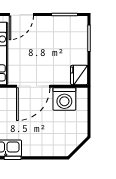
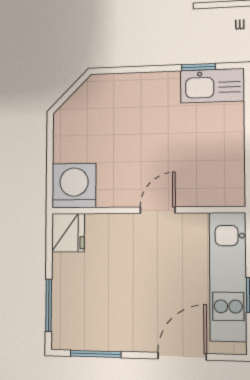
door: (33, 86) -> (158, 210), width x0.53
washing machine: (64, 99) -> (74, 186), moved

